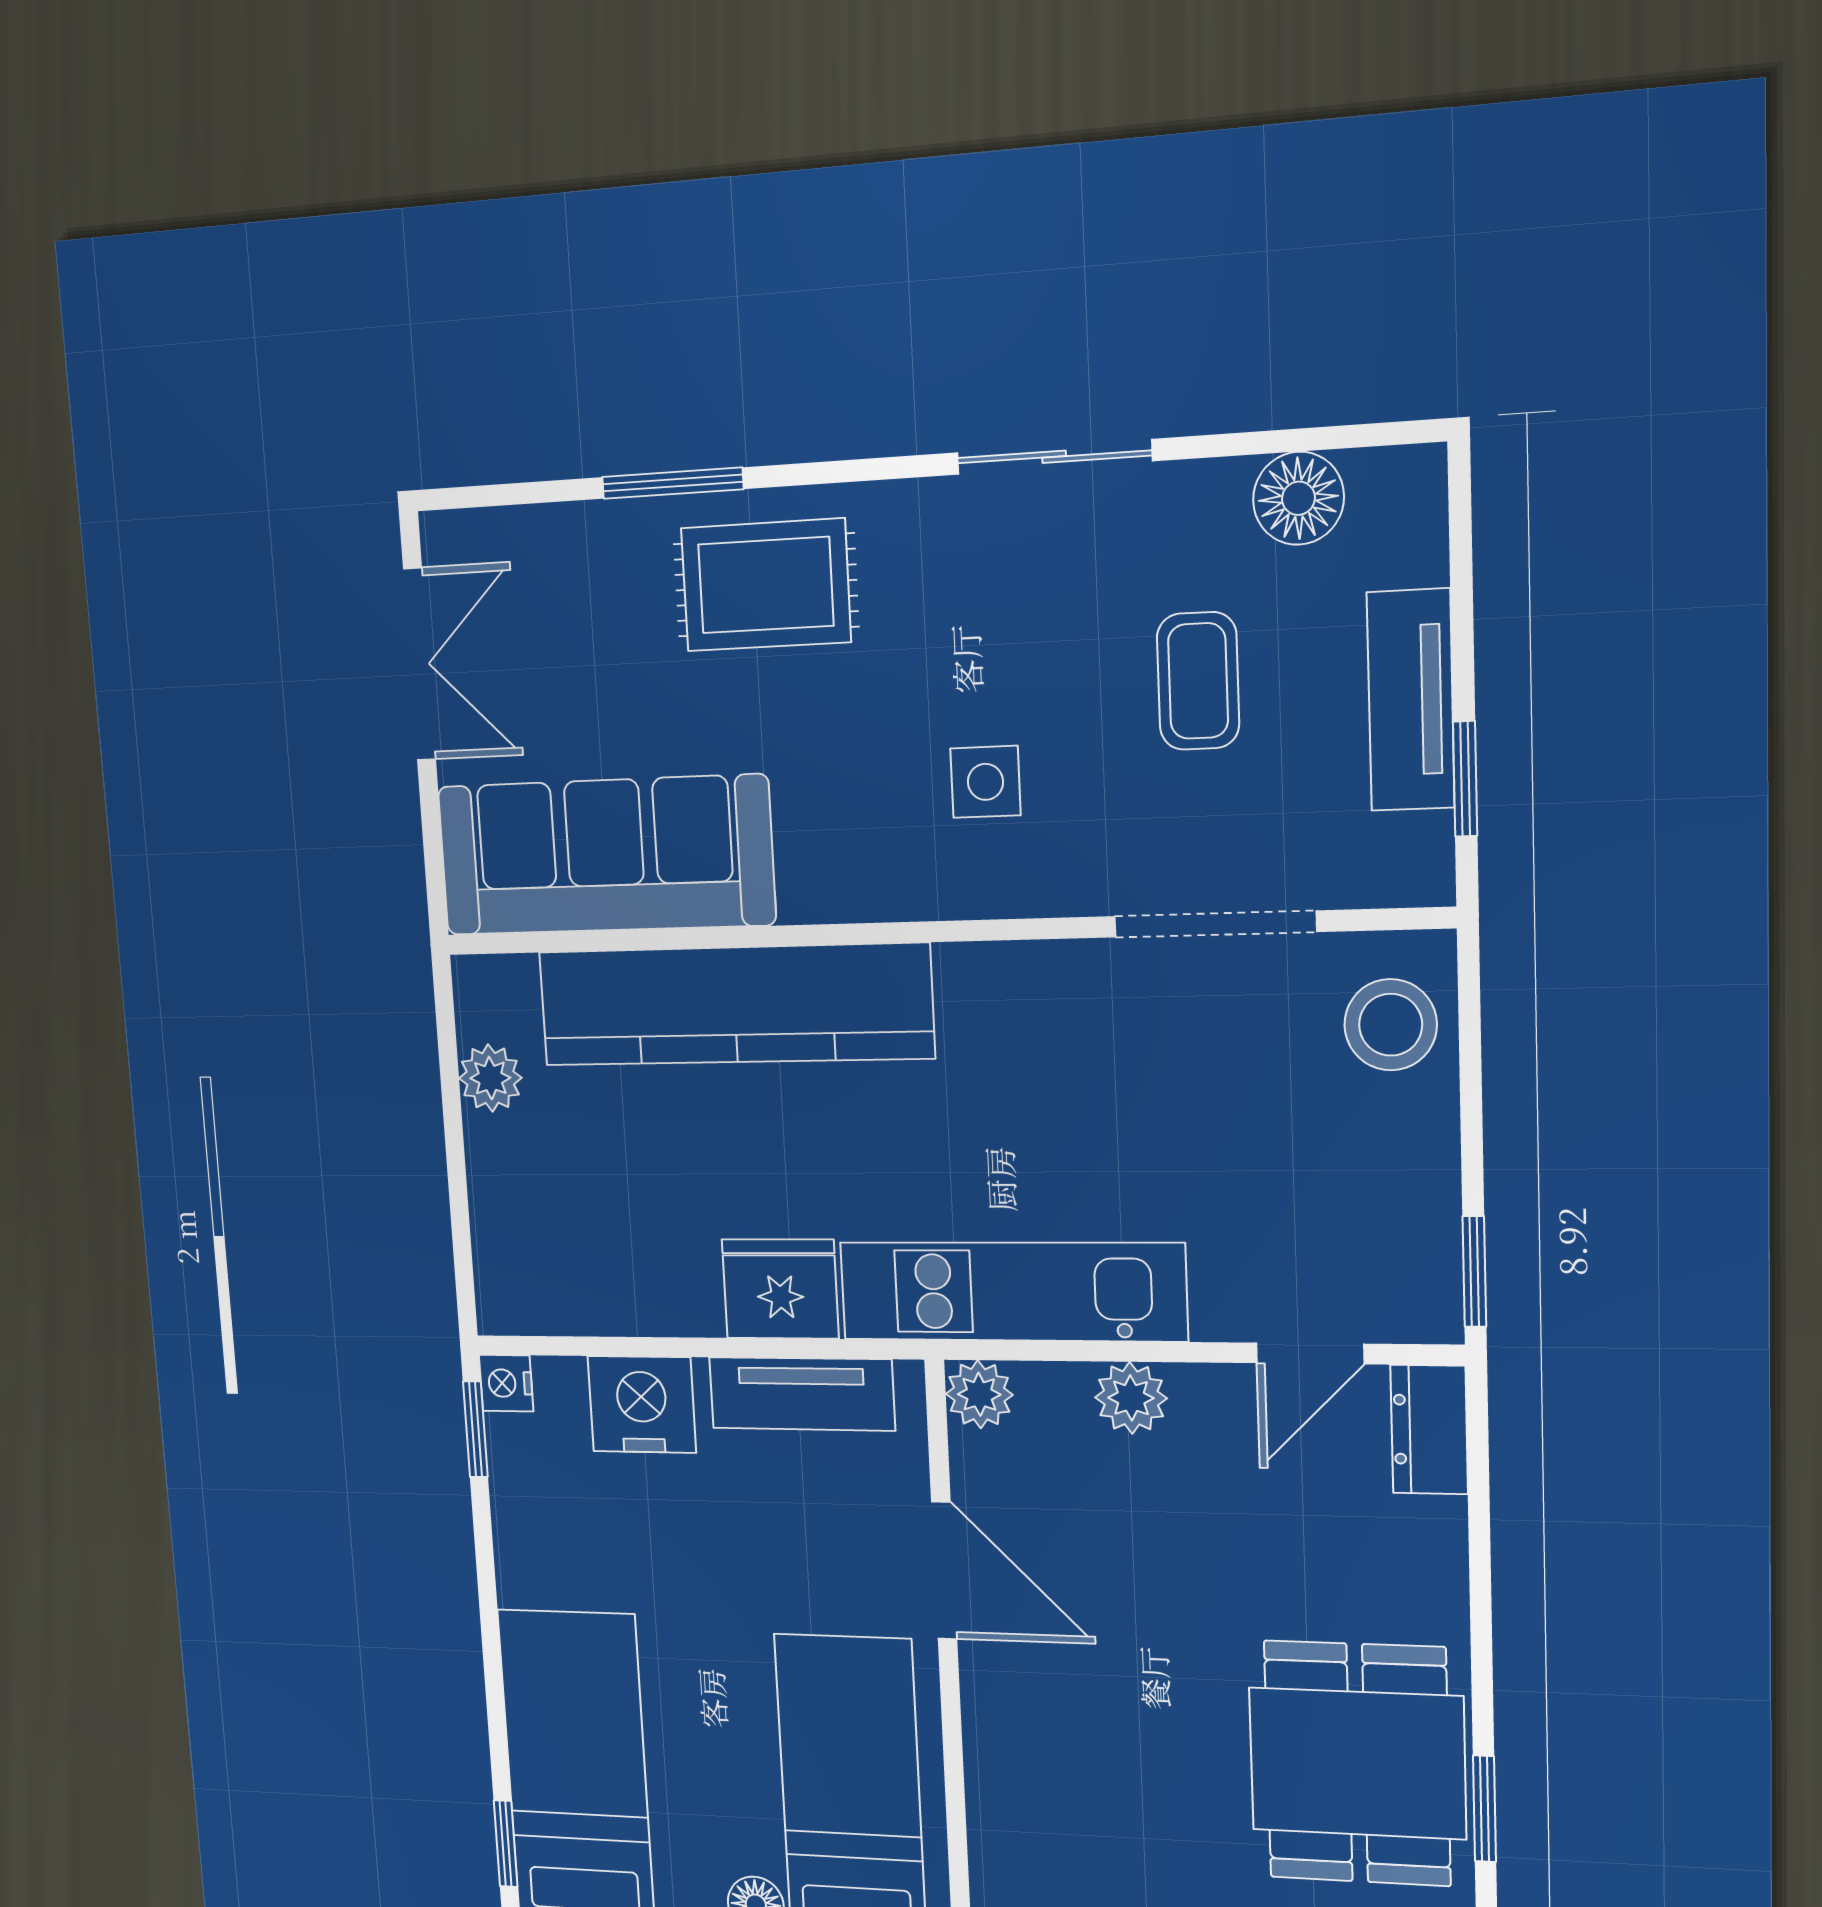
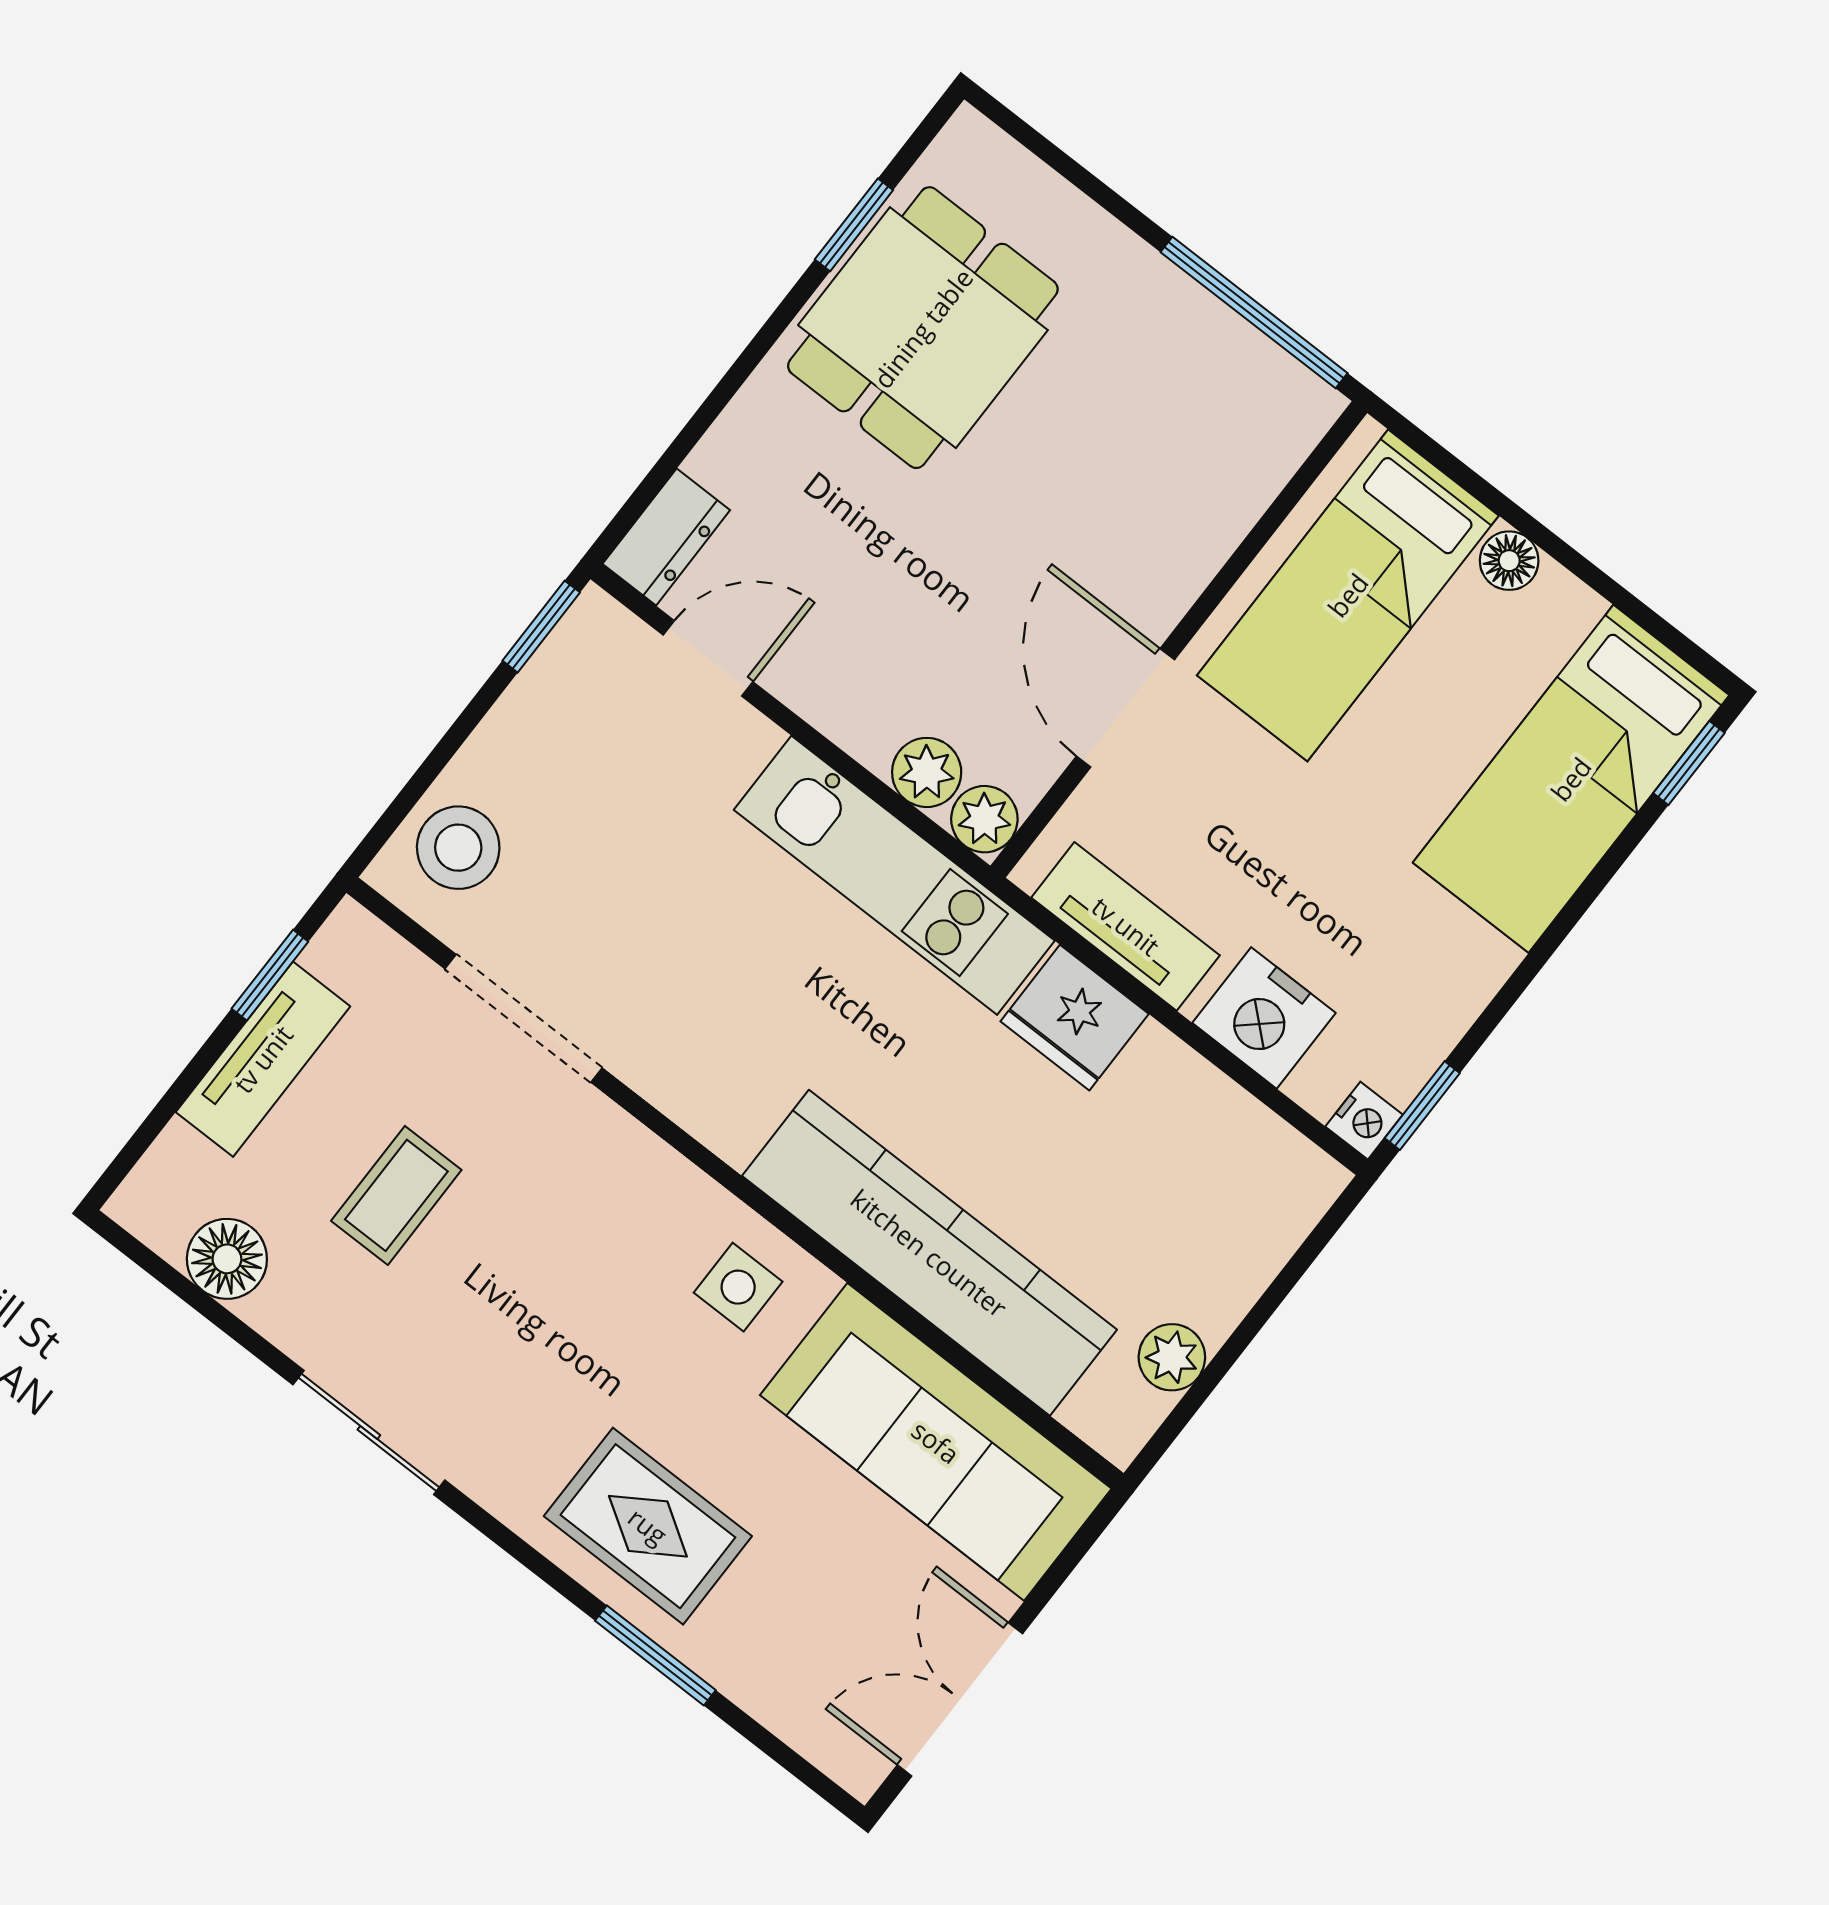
side table: (986, 782) -> (738, 1287), moved
plant: (1131, 1398) -> (927, 772), moved

